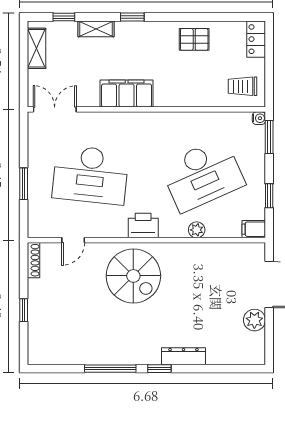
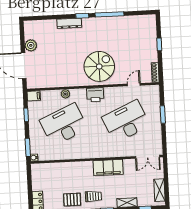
trolley: (243, 86) -> (93, 196), moved
desk: (90, 175) -> (126, 121), turned -30
spiral stairs: (133, 276) -> (99, 66), turned 90

